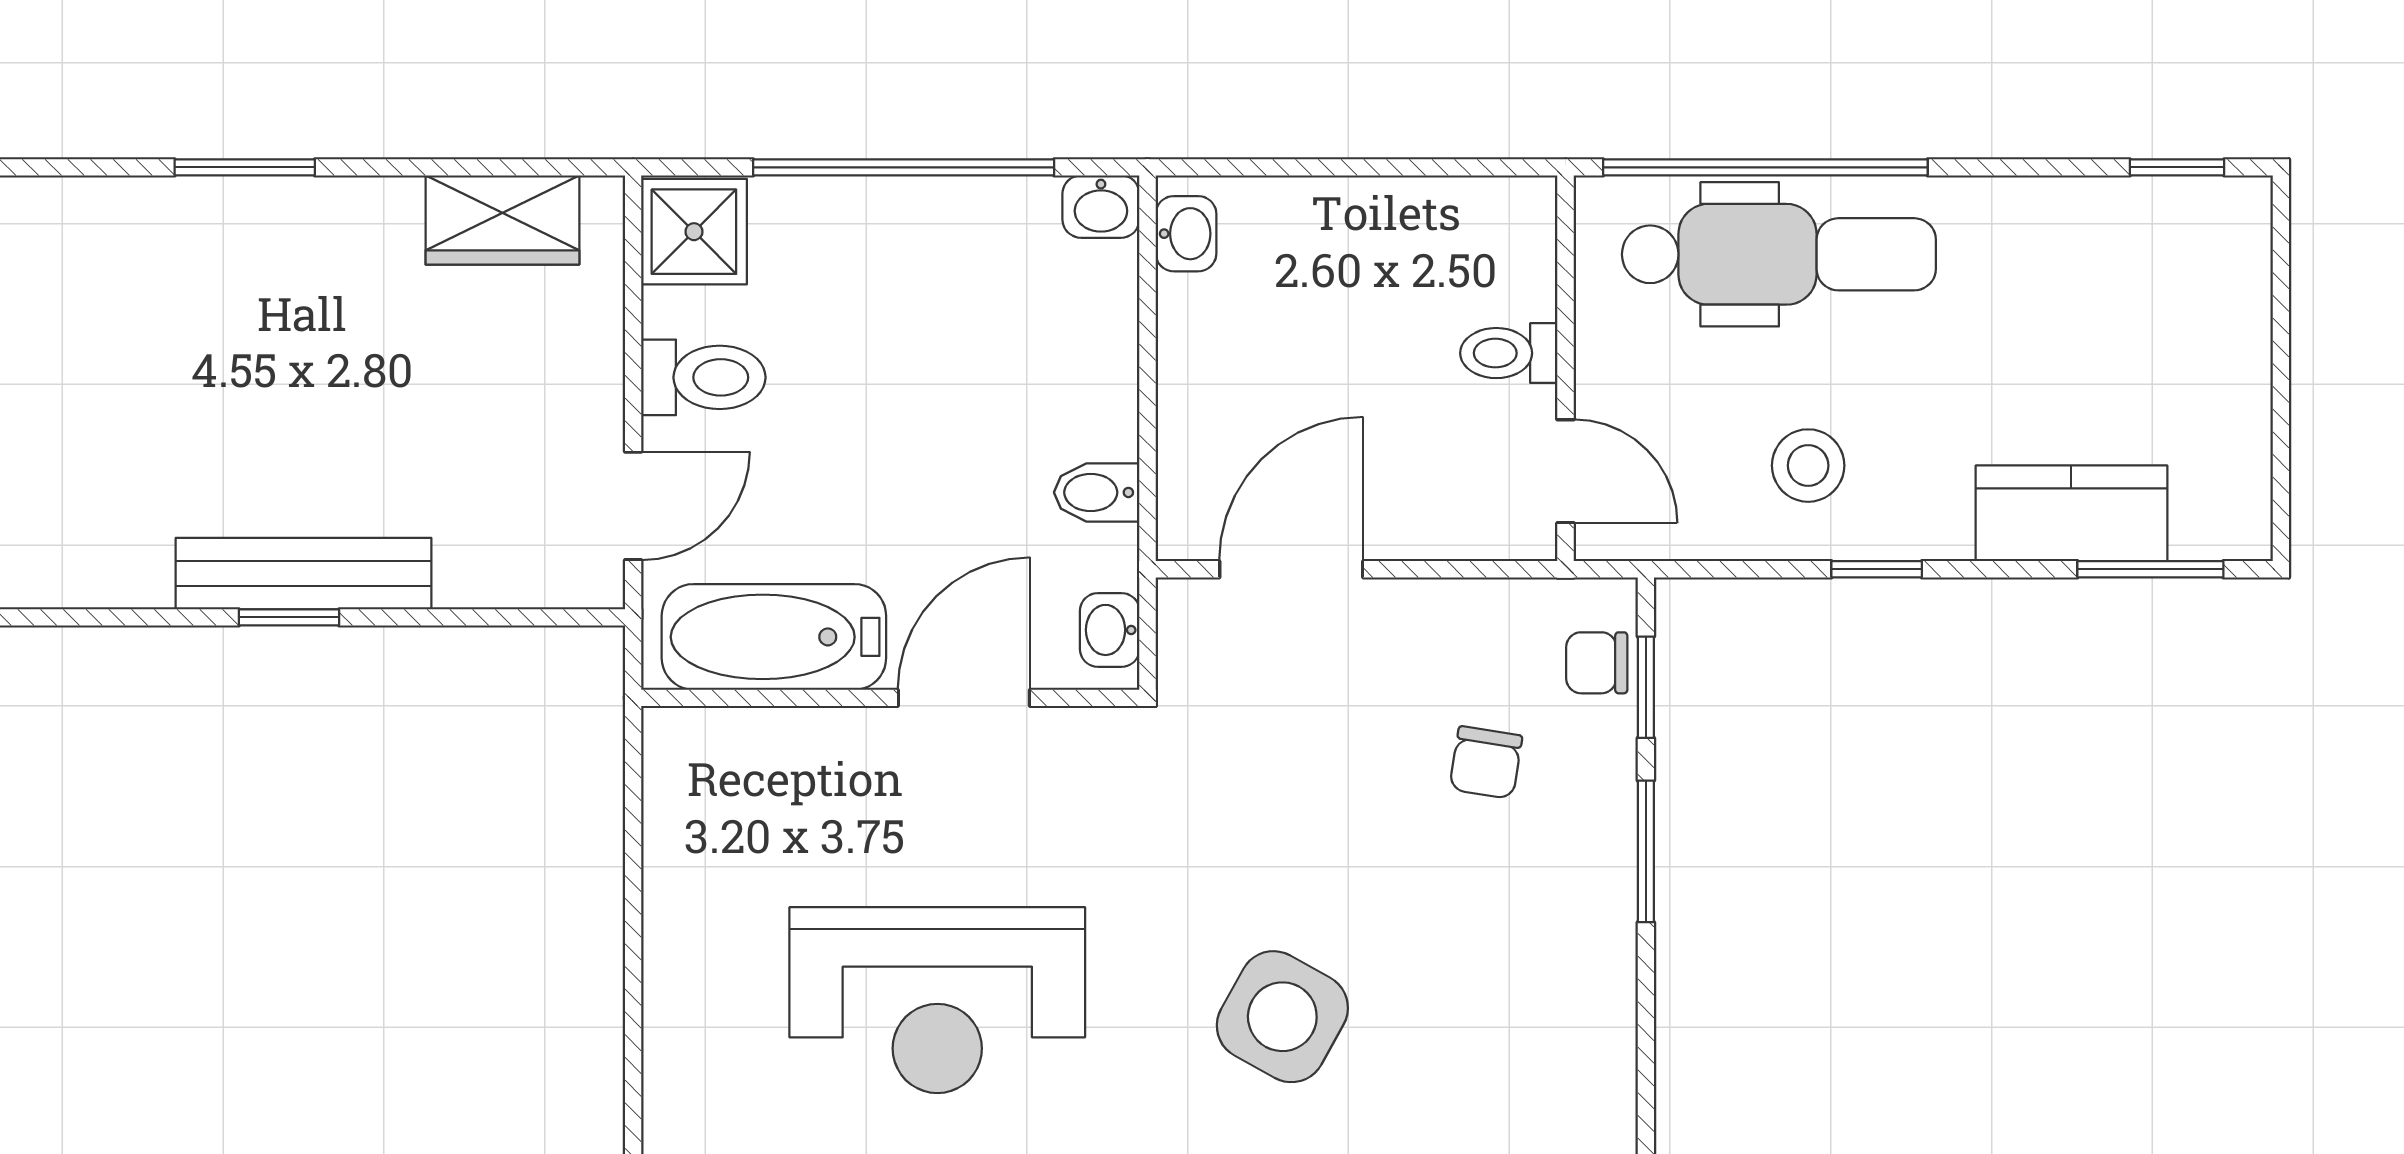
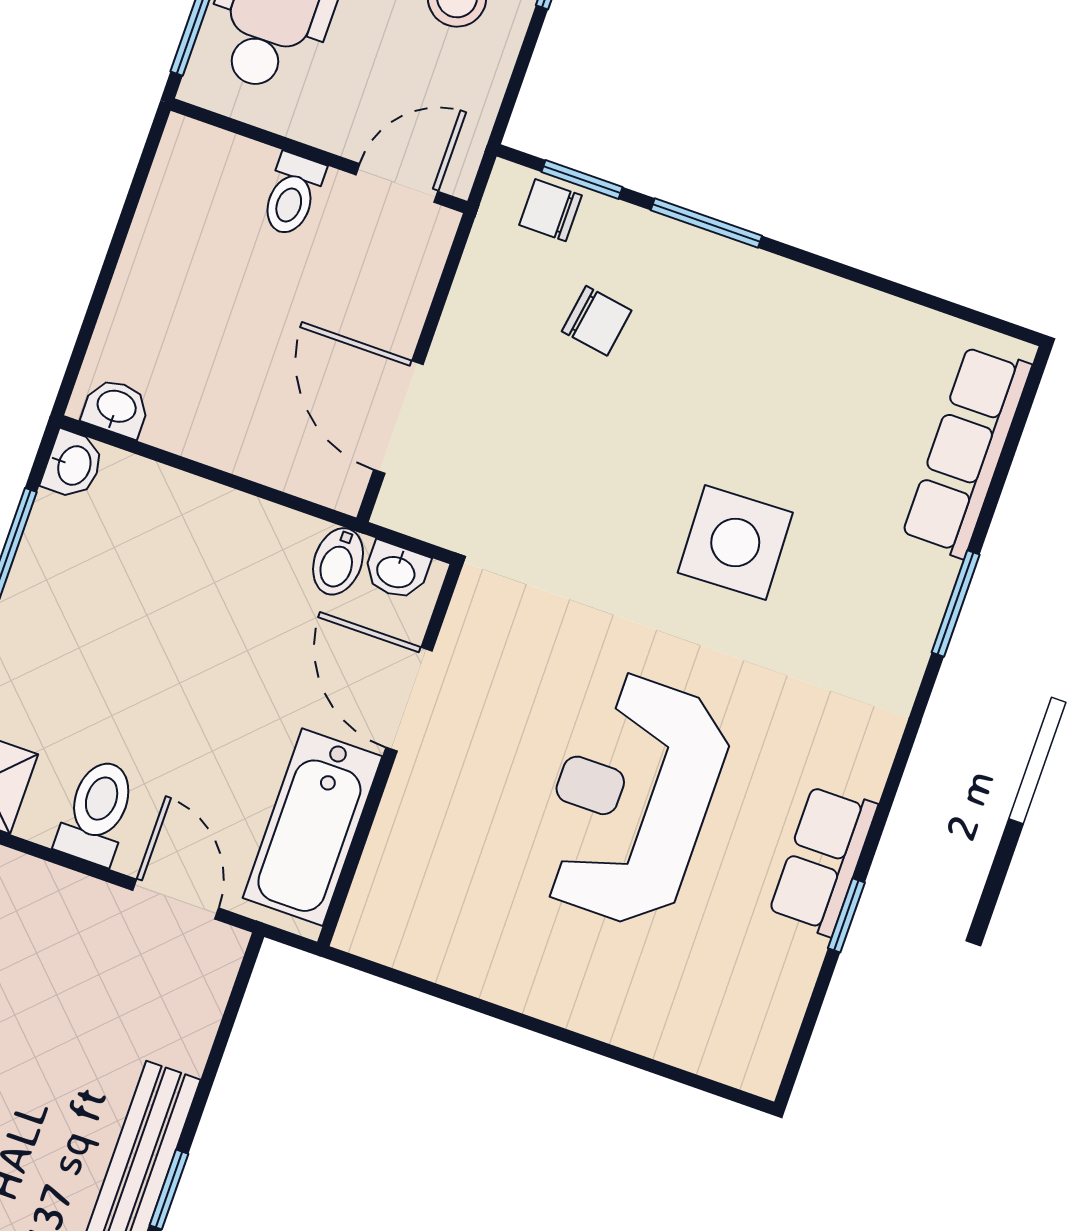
bidet: (1097, 492) -> (338, 561), moved
chair: (1597, 663) -> (550, 210), turned 90
reception desk: (937, 1000) -> (631, 800), turned 180
side table: (1282, 1017) -> (735, 543), turned -31

